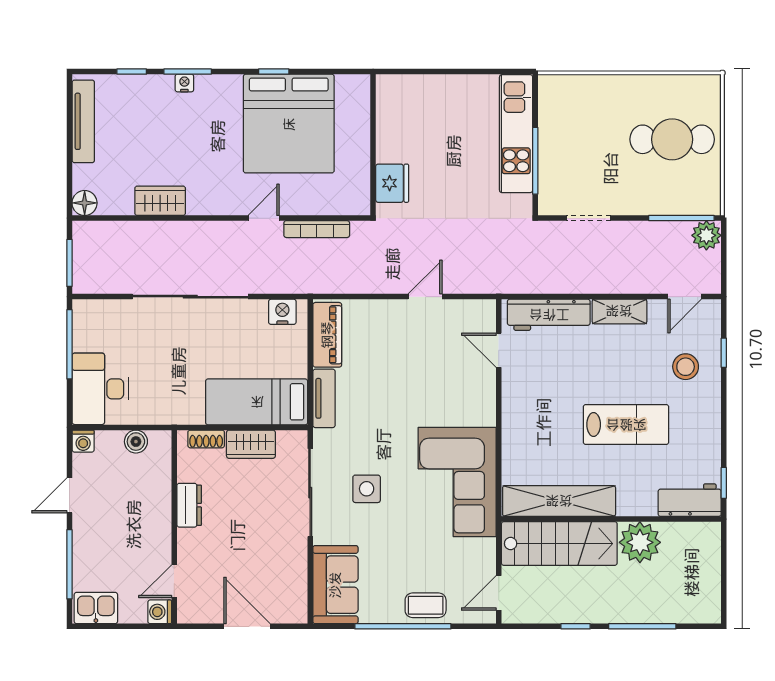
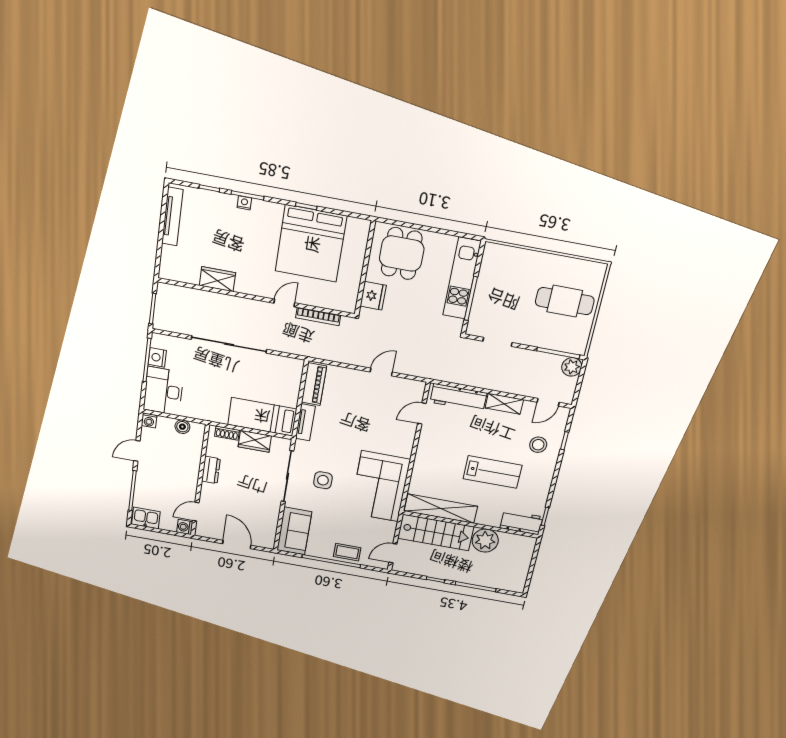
dining table: (422, 114) -> (402, 254), added
floor lamp: (85, 203) -> (167, 271), removed
nightstand: (282, 312) -> (157, 357), moved, turned -90
door: (499, 350) -> (422, 413), hinge flipped

